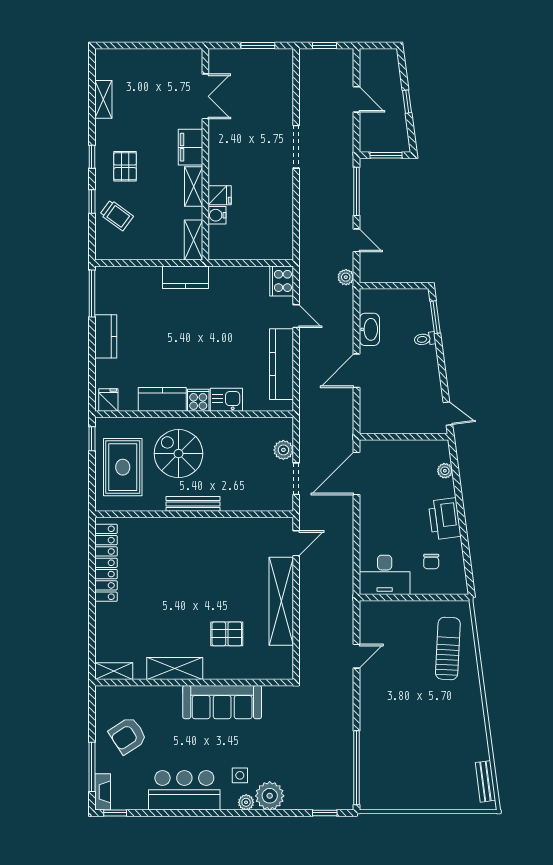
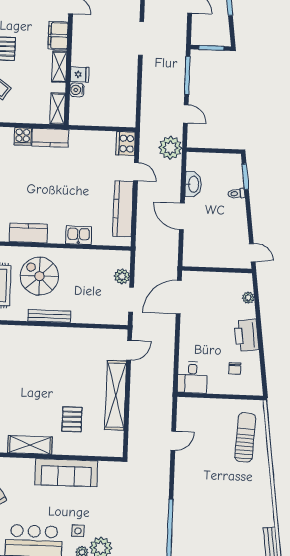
plant: (346, 277) -> (170, 148), width x1.87, depth x1.87
door: (357, 371) -> (182, 216), hinge flipped
cooker: (198, 400) -> (23, 136), moved, turned 180
desk: (385, 575) -> (192, 377), width x0.73
pallet: (227, 634) -> (72, 419), turned 90

